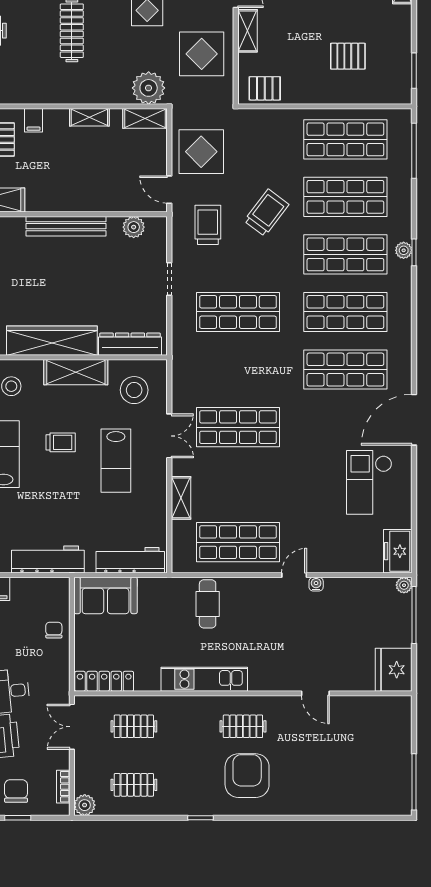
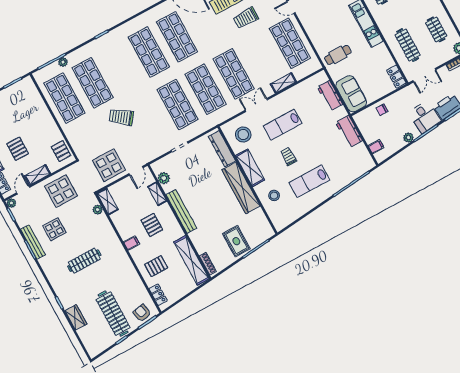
pallet: (348, 56) -> (18, 149), moved
plant: (149, 88) -> (98, 210), width x0.53, depth x0.53
shelving: (89, 117) -> (157, 194), moved
filing cabinet: (34, 120) -> (131, 243), moved
pallet: (70, 168) -> (152, 225), added
trolley: (208, 225) -> (246, 18), moved
plant: (404, 250) -> (63, 62), moved
shop shelf: (345, 254) -> (206, 89), moved
lab bench: (116, 461) -> (283, 125), turned 180
workbench: (48, 559) -> (349, 132), width x0.73
workbench: (130, 560) -> (330, 96), width x0.73
cafe table: (208, 604) -> (338, 55), moved
locker: (104, 681) -> (396, 77), width x0.66
clothes rail: (134, 726) -> (408, 45), width x1.36

